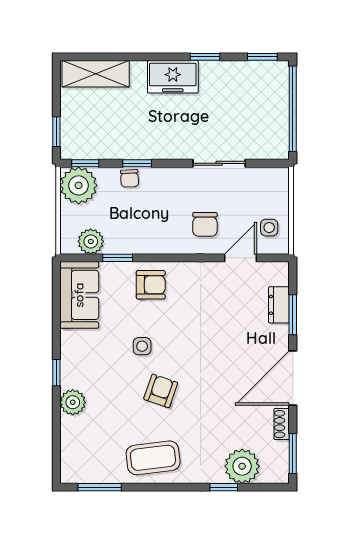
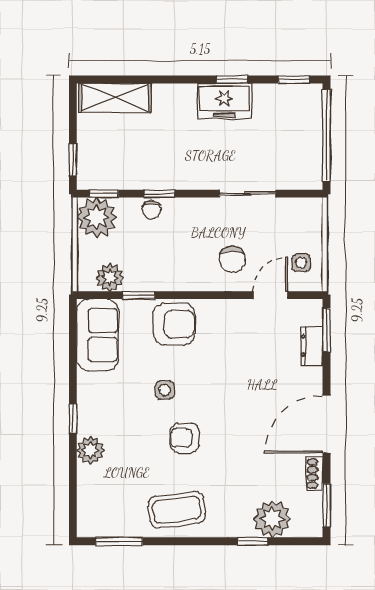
freezer: (173, 77) -> (224, 101), moved
armchair: (151, 285) -> (174, 324), width x1.38, depth x1.38
window: (293, 315) -> (327, 330), moved
armchair: (161, 391) -> (185, 438), turned -109

